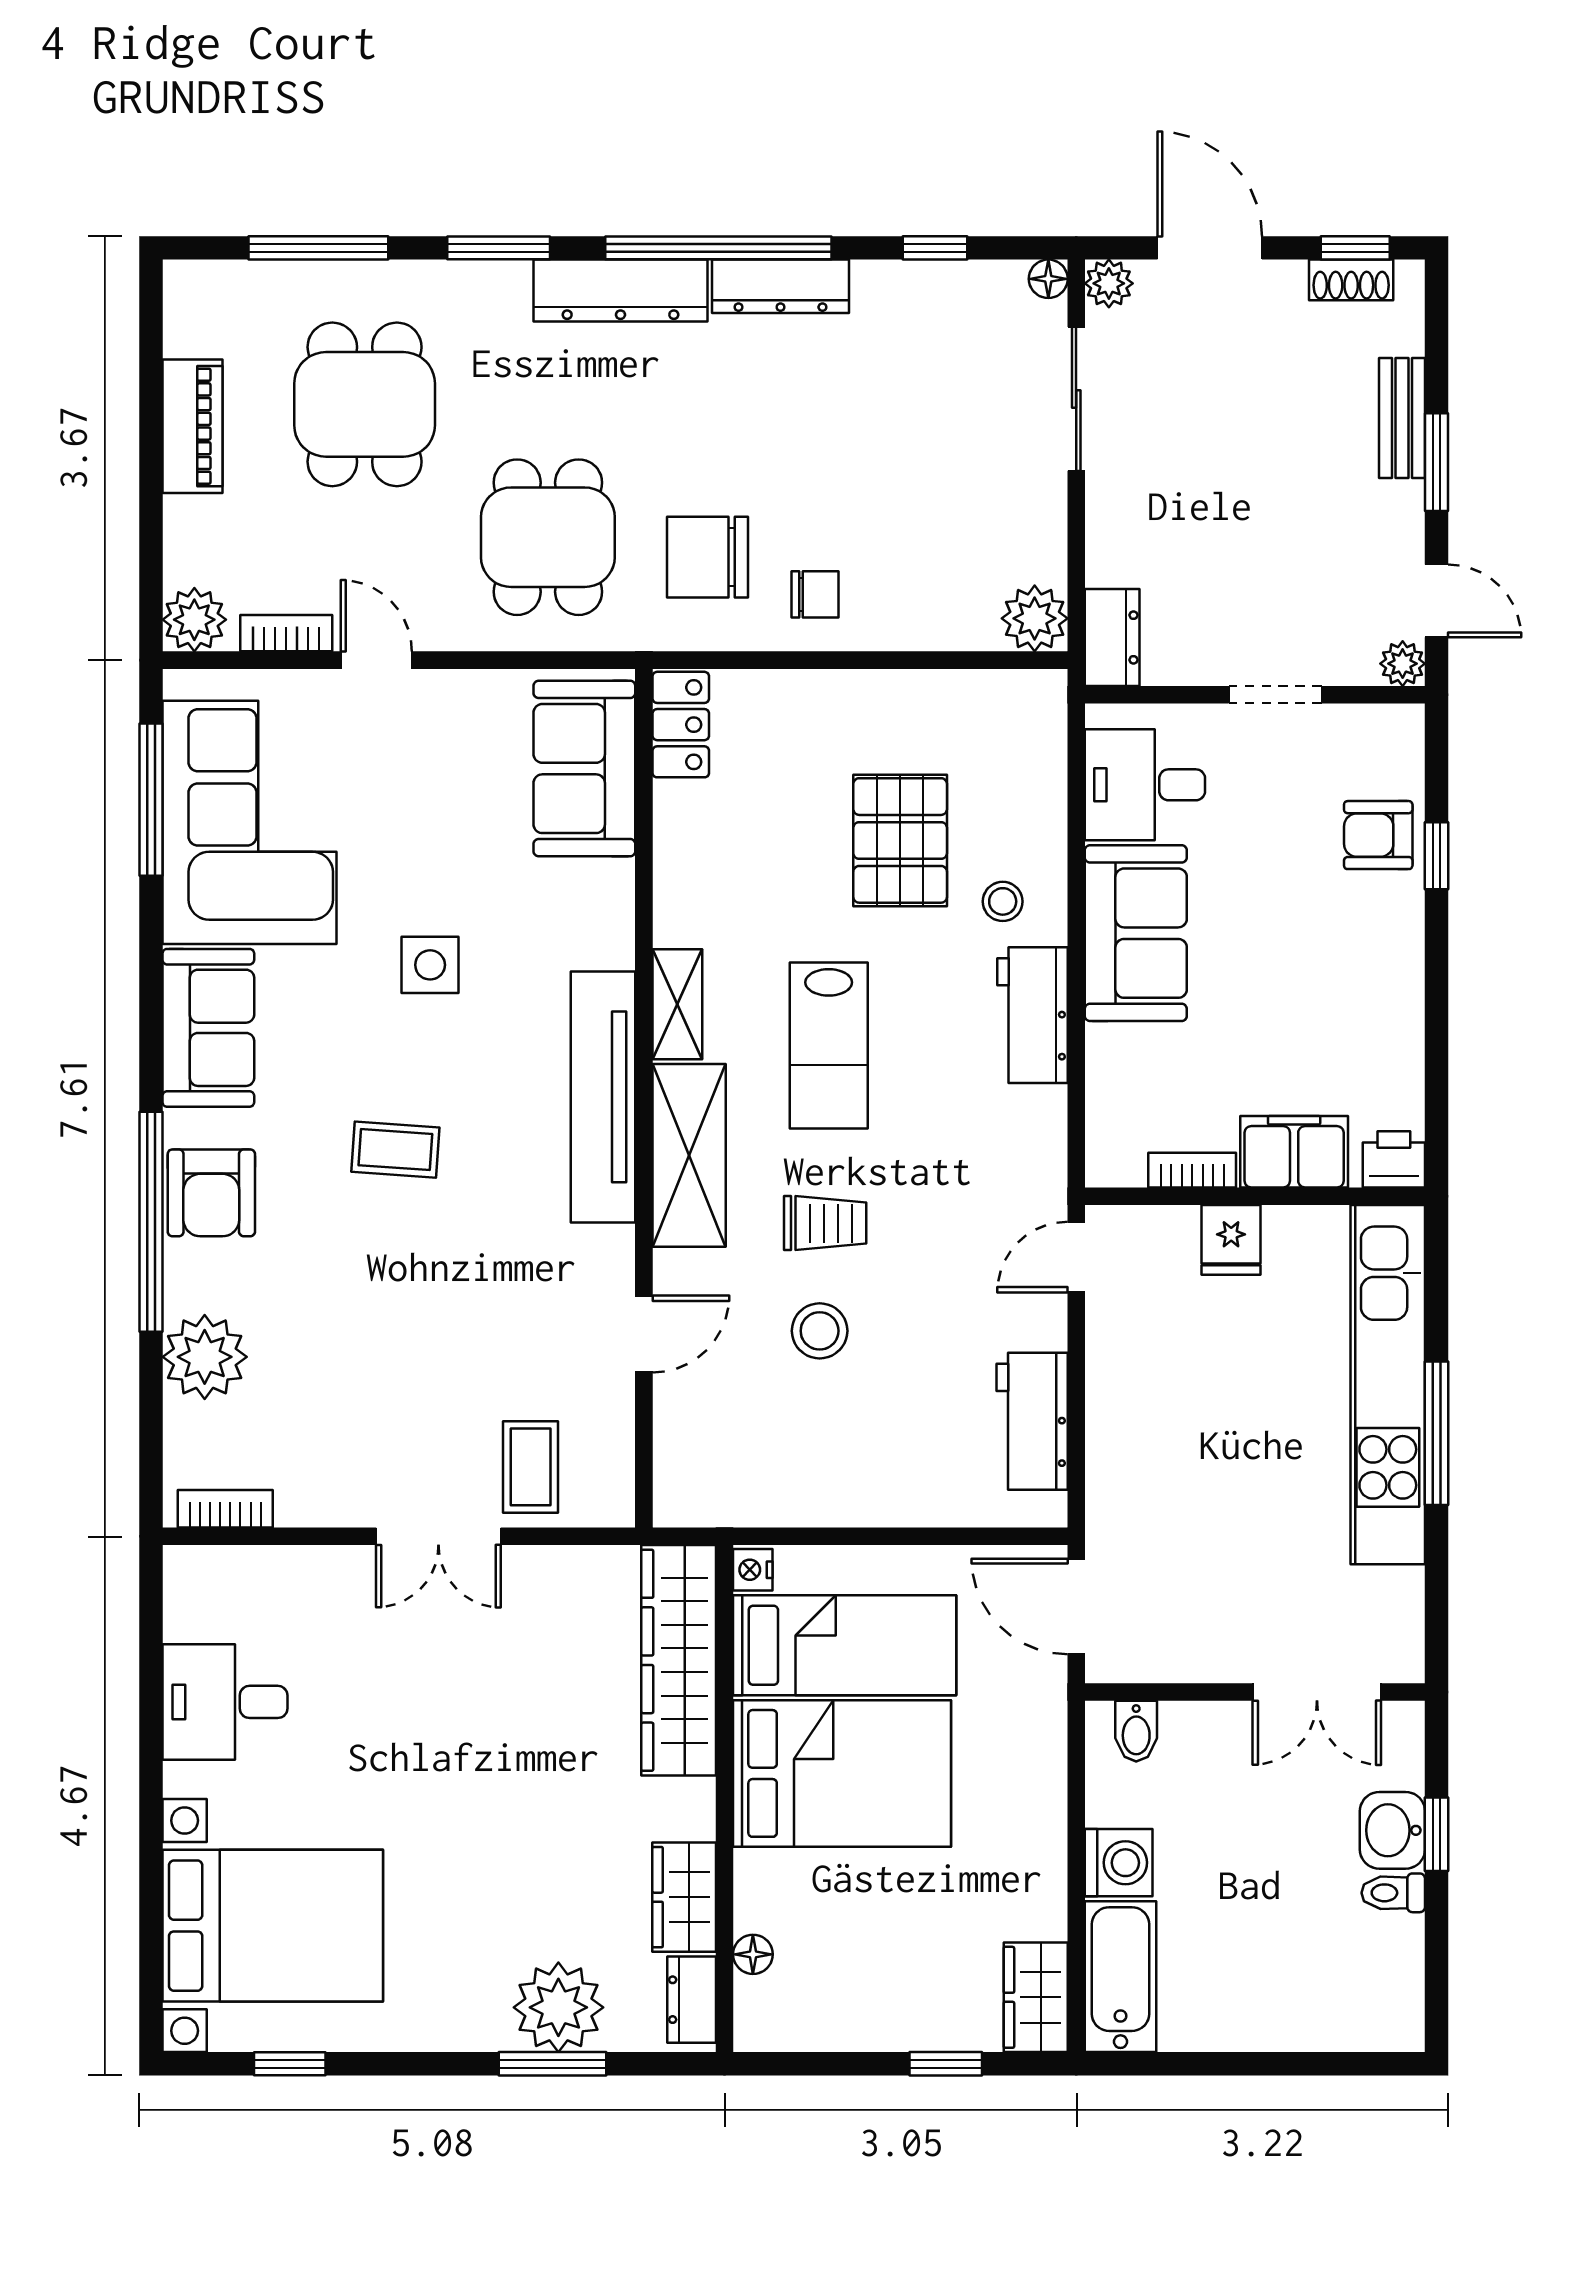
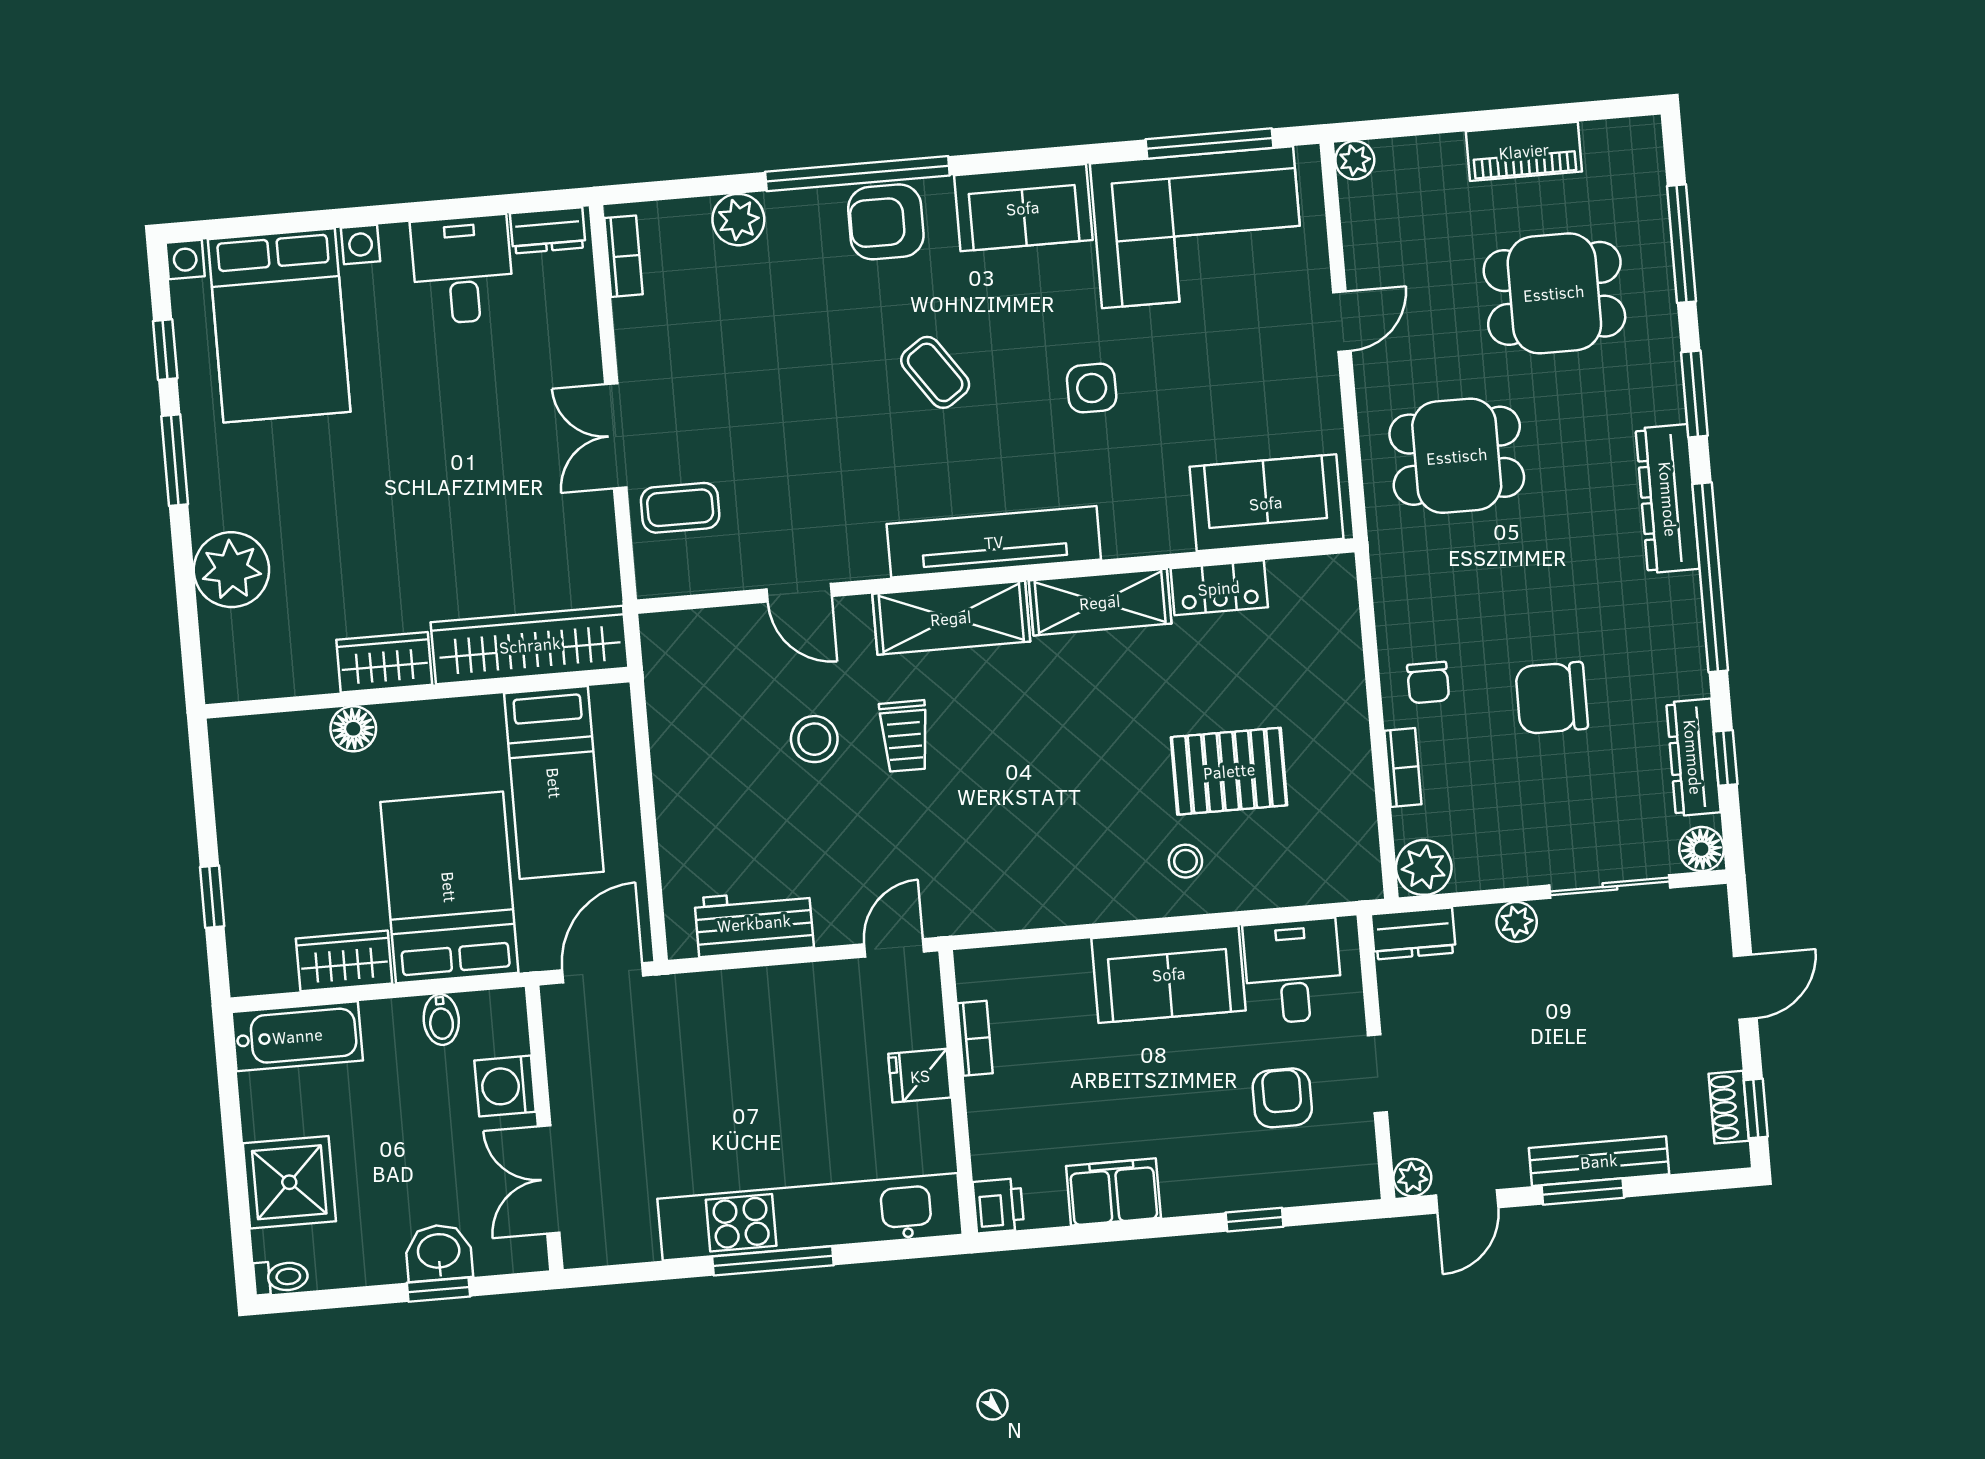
door: (1210, 248) -> (1745, 987), width x0.73
floor lamp: (1048, 279) -> (1702, 849), width x1.37, depth x1.37
plant: (1109, 283) -> (1517, 922), moved
dresser: (780, 286) -> (1693, 757), moved
bench: (1402, 418) -> (1599, 1161), width x1.36
chair: (707, 557) -> (1552, 698), moved, turned -90
plant: (194, 620) -> (1355, 160), width x0.73, depth x0.73
bookcase: (286, 633) -> (1403, 768), moved
locker: (681, 725) -> (1219, 588), moved
armchair: (1378, 835) -> (1282, 1098), moved
shelving: (677, 1004) -> (1100, 602), width x1.50, depth x1.33
workbench: (1032, 1015) -> (1093, 894), removed
lab bench: (829, 1046) -> (1053, 726), removed
coffee table: (395, 1150) -> (935, 372), turned -39
filing cabinet: (1294, 1152) -> (1113, 1192), moved, turned -90
door: (1076, 1257) -> (894, 948), hinge flipped
plant: (205, 1357) -> (738, 220), width x0.73, depth x0.73
nightstand: (753, 1570) -> (610, 701), removed
bidet: (1136, 1731) -> (441, 1020), moved, turned -90
bed: (842, 1773) -> (449, 887), moved, turned 180
washing machine: (1119, 1863) -> (505, 1086), moved, turned 90
toilet: (1393, 1893) -> (281, 1277), moved, turned 90
wardrobe: (684, 1897) -> (384, 662), moved
floor lamp: (753, 1954) -> (353, 729), moved, width x1.37, depth x1.37
wardrobe: (1036, 1997) -> (344, 961), moved
dresser: (692, 2000) -> (548, 230), moved, turned 180
shower: (1294, 2001) -> (289, 1182), added
window: (553, 2064) -> (175, 460), moved

